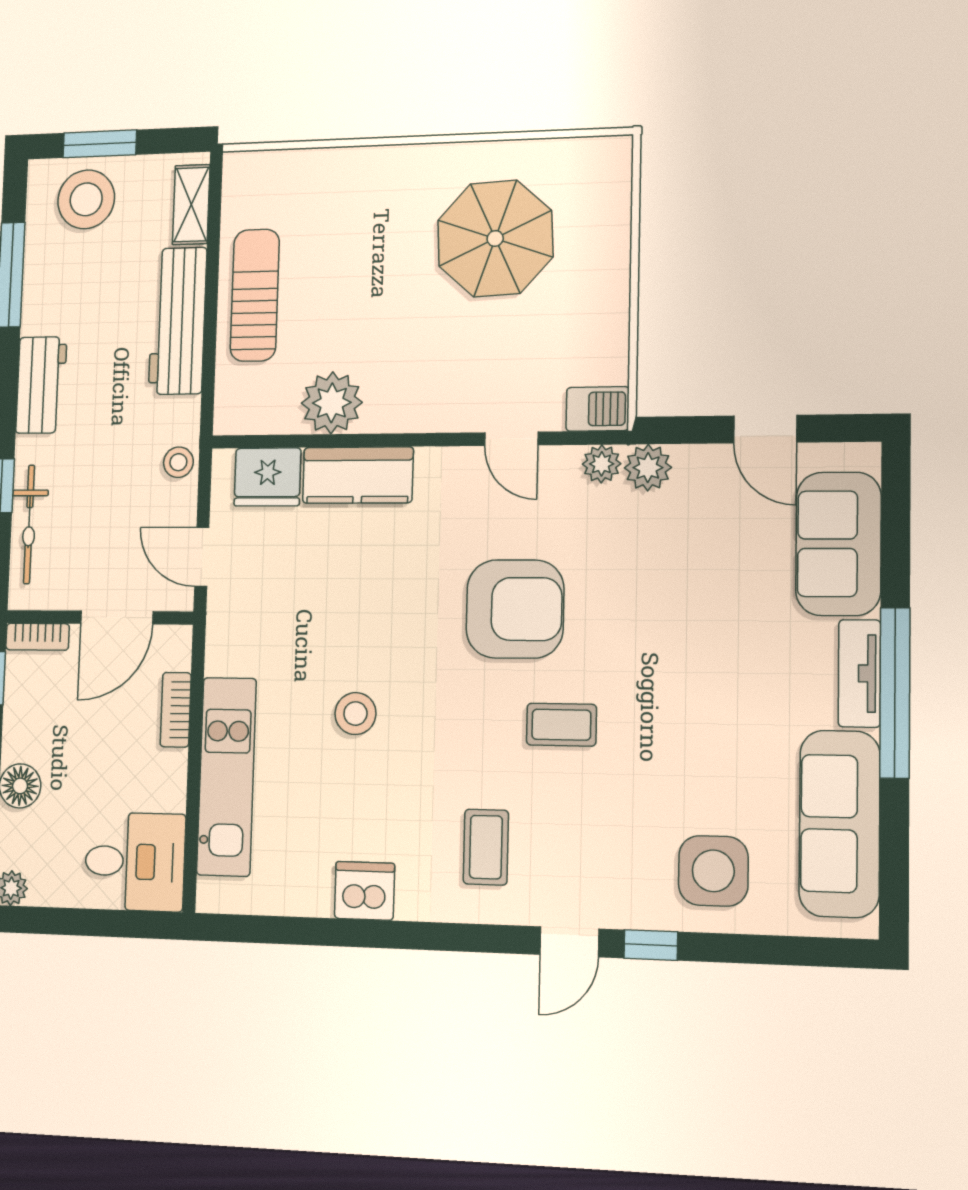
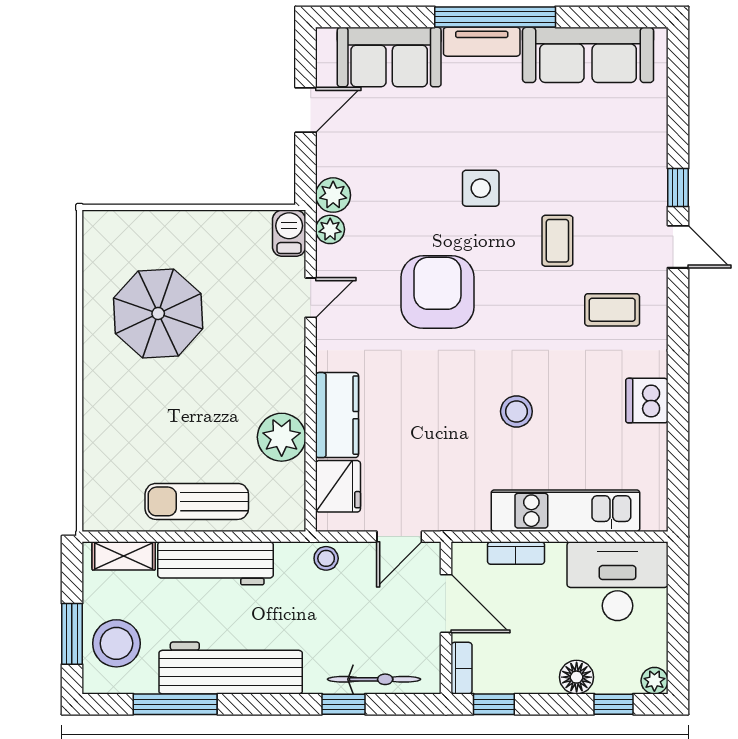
workbench: (41, 385) -> (231, 668), width x1.88, depth x1.32
coffee table: (561, 725) -> (557, 241), moved
desk: (135, 862) -> (618, 581), width x1.37
side table: (713, 871) -> (481, 188), moved, width x0.73, depth x0.73

